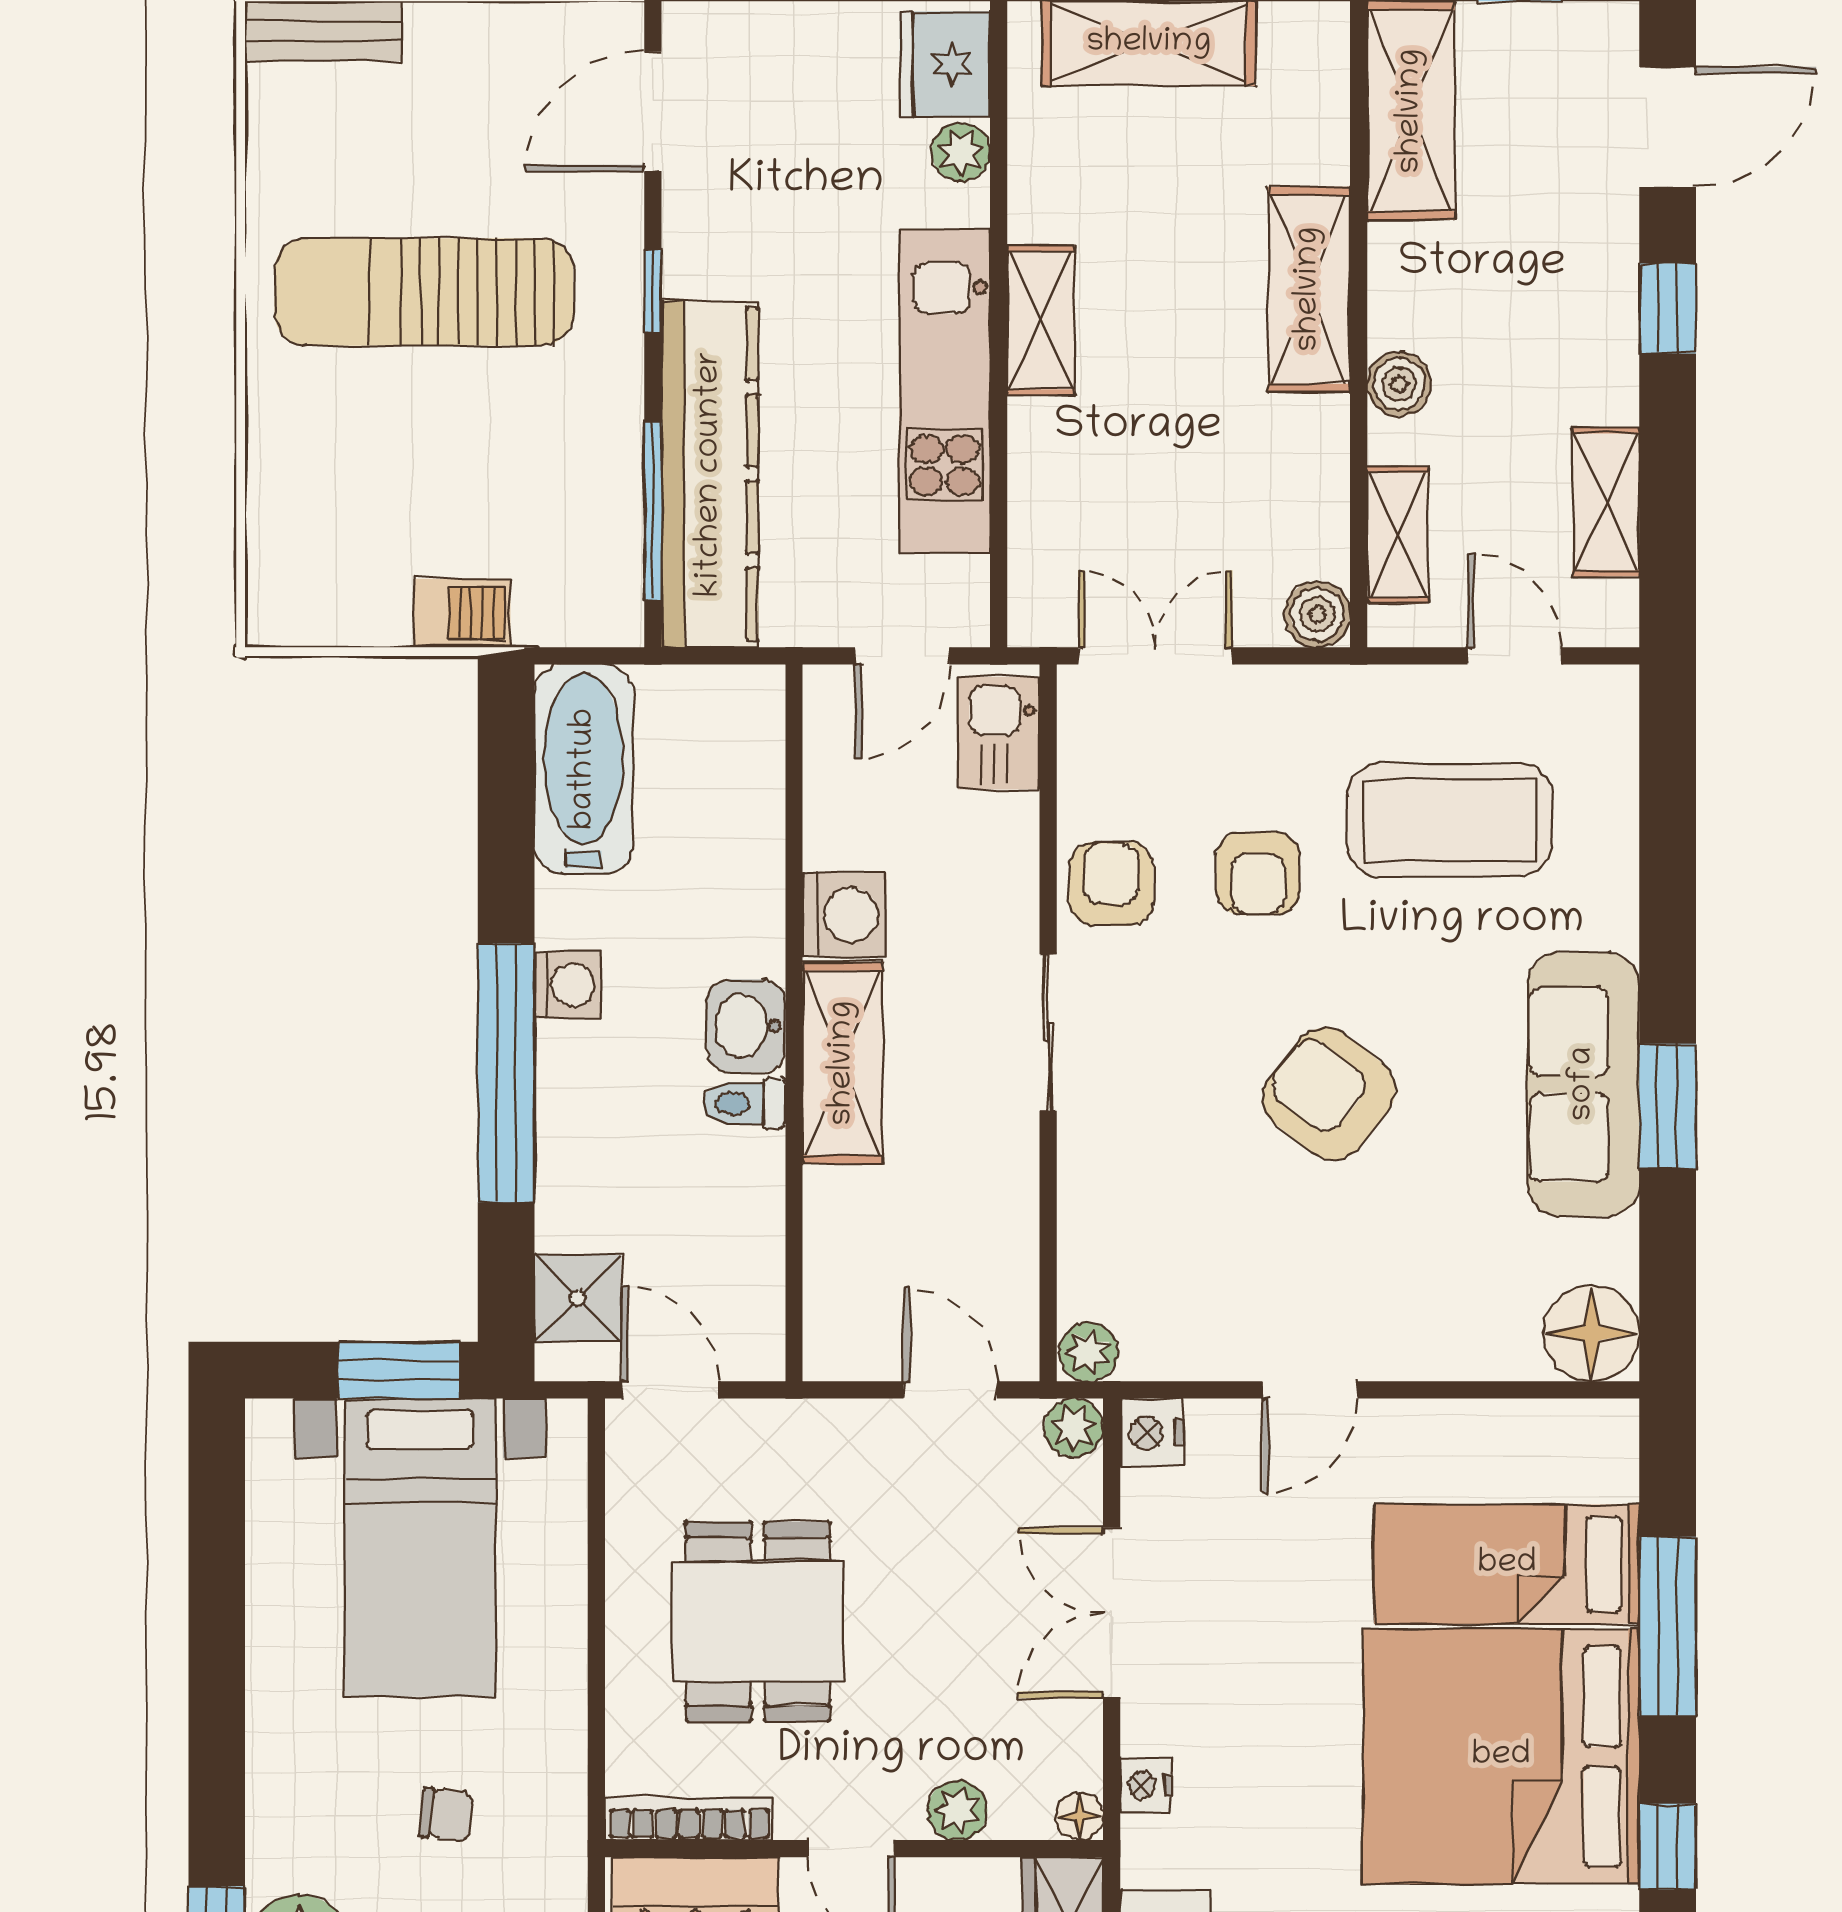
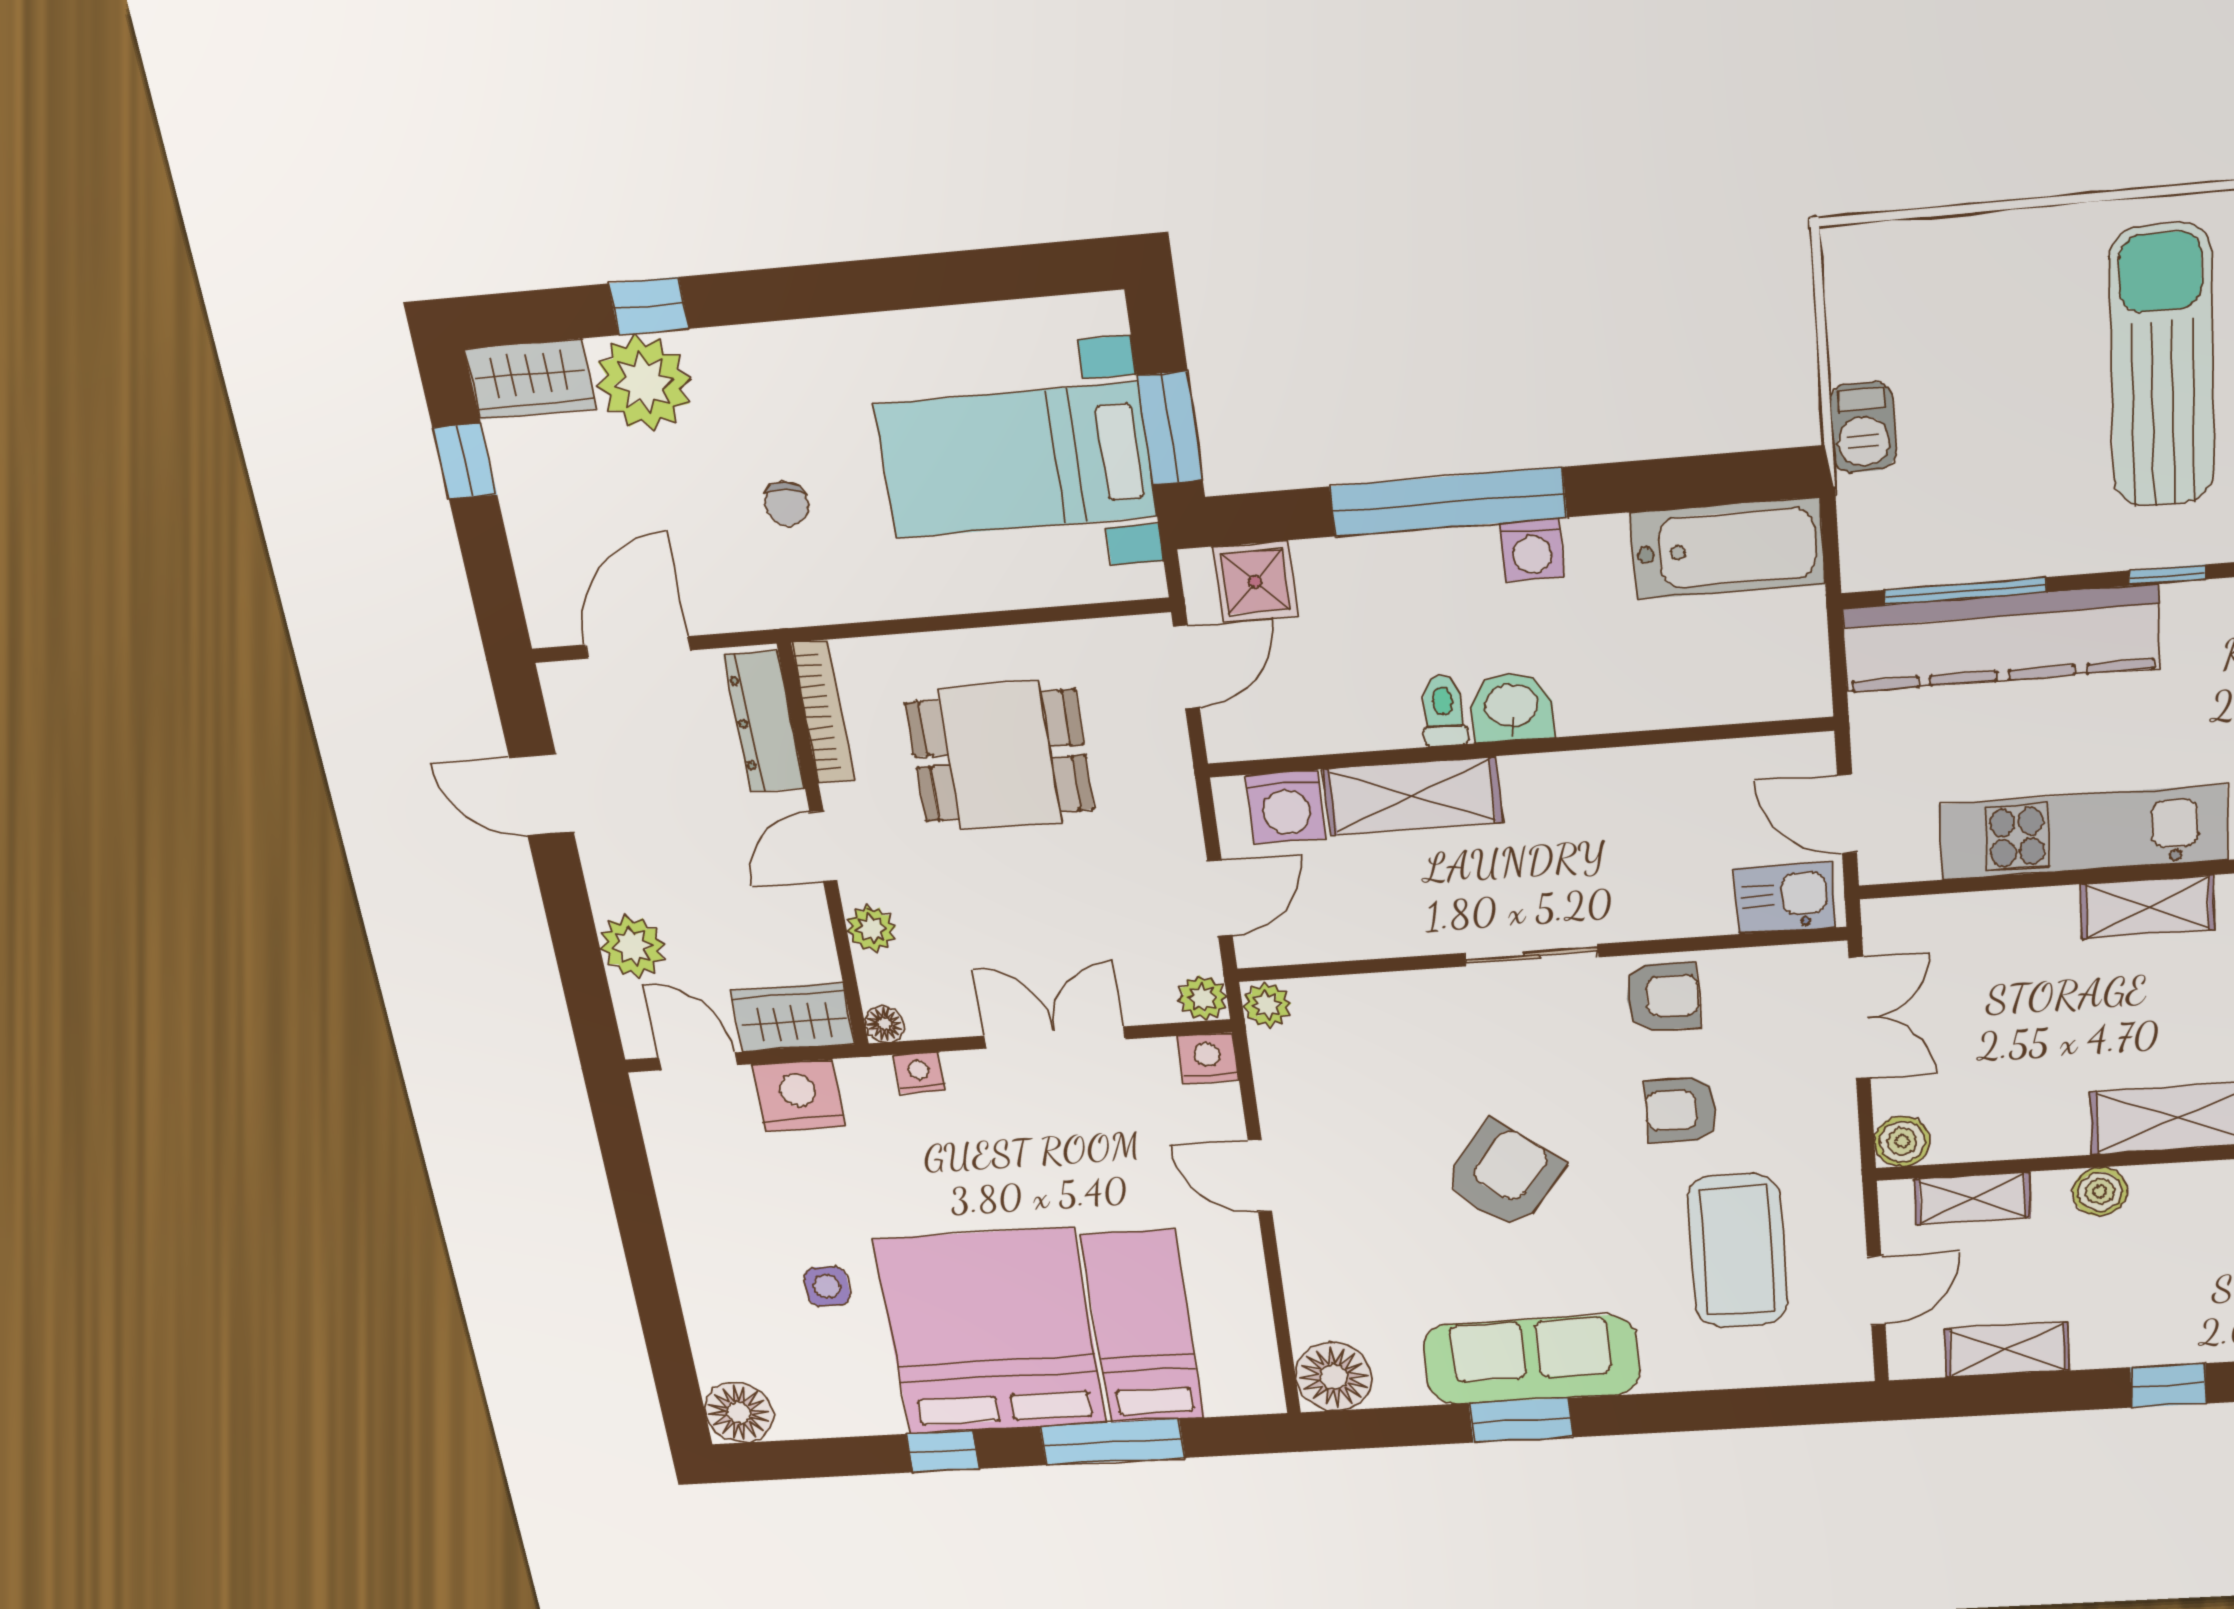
washing machine: (845, 915) -> (1286, 807), moved
shelving: (843, 1063) -> (1413, 796), moved

